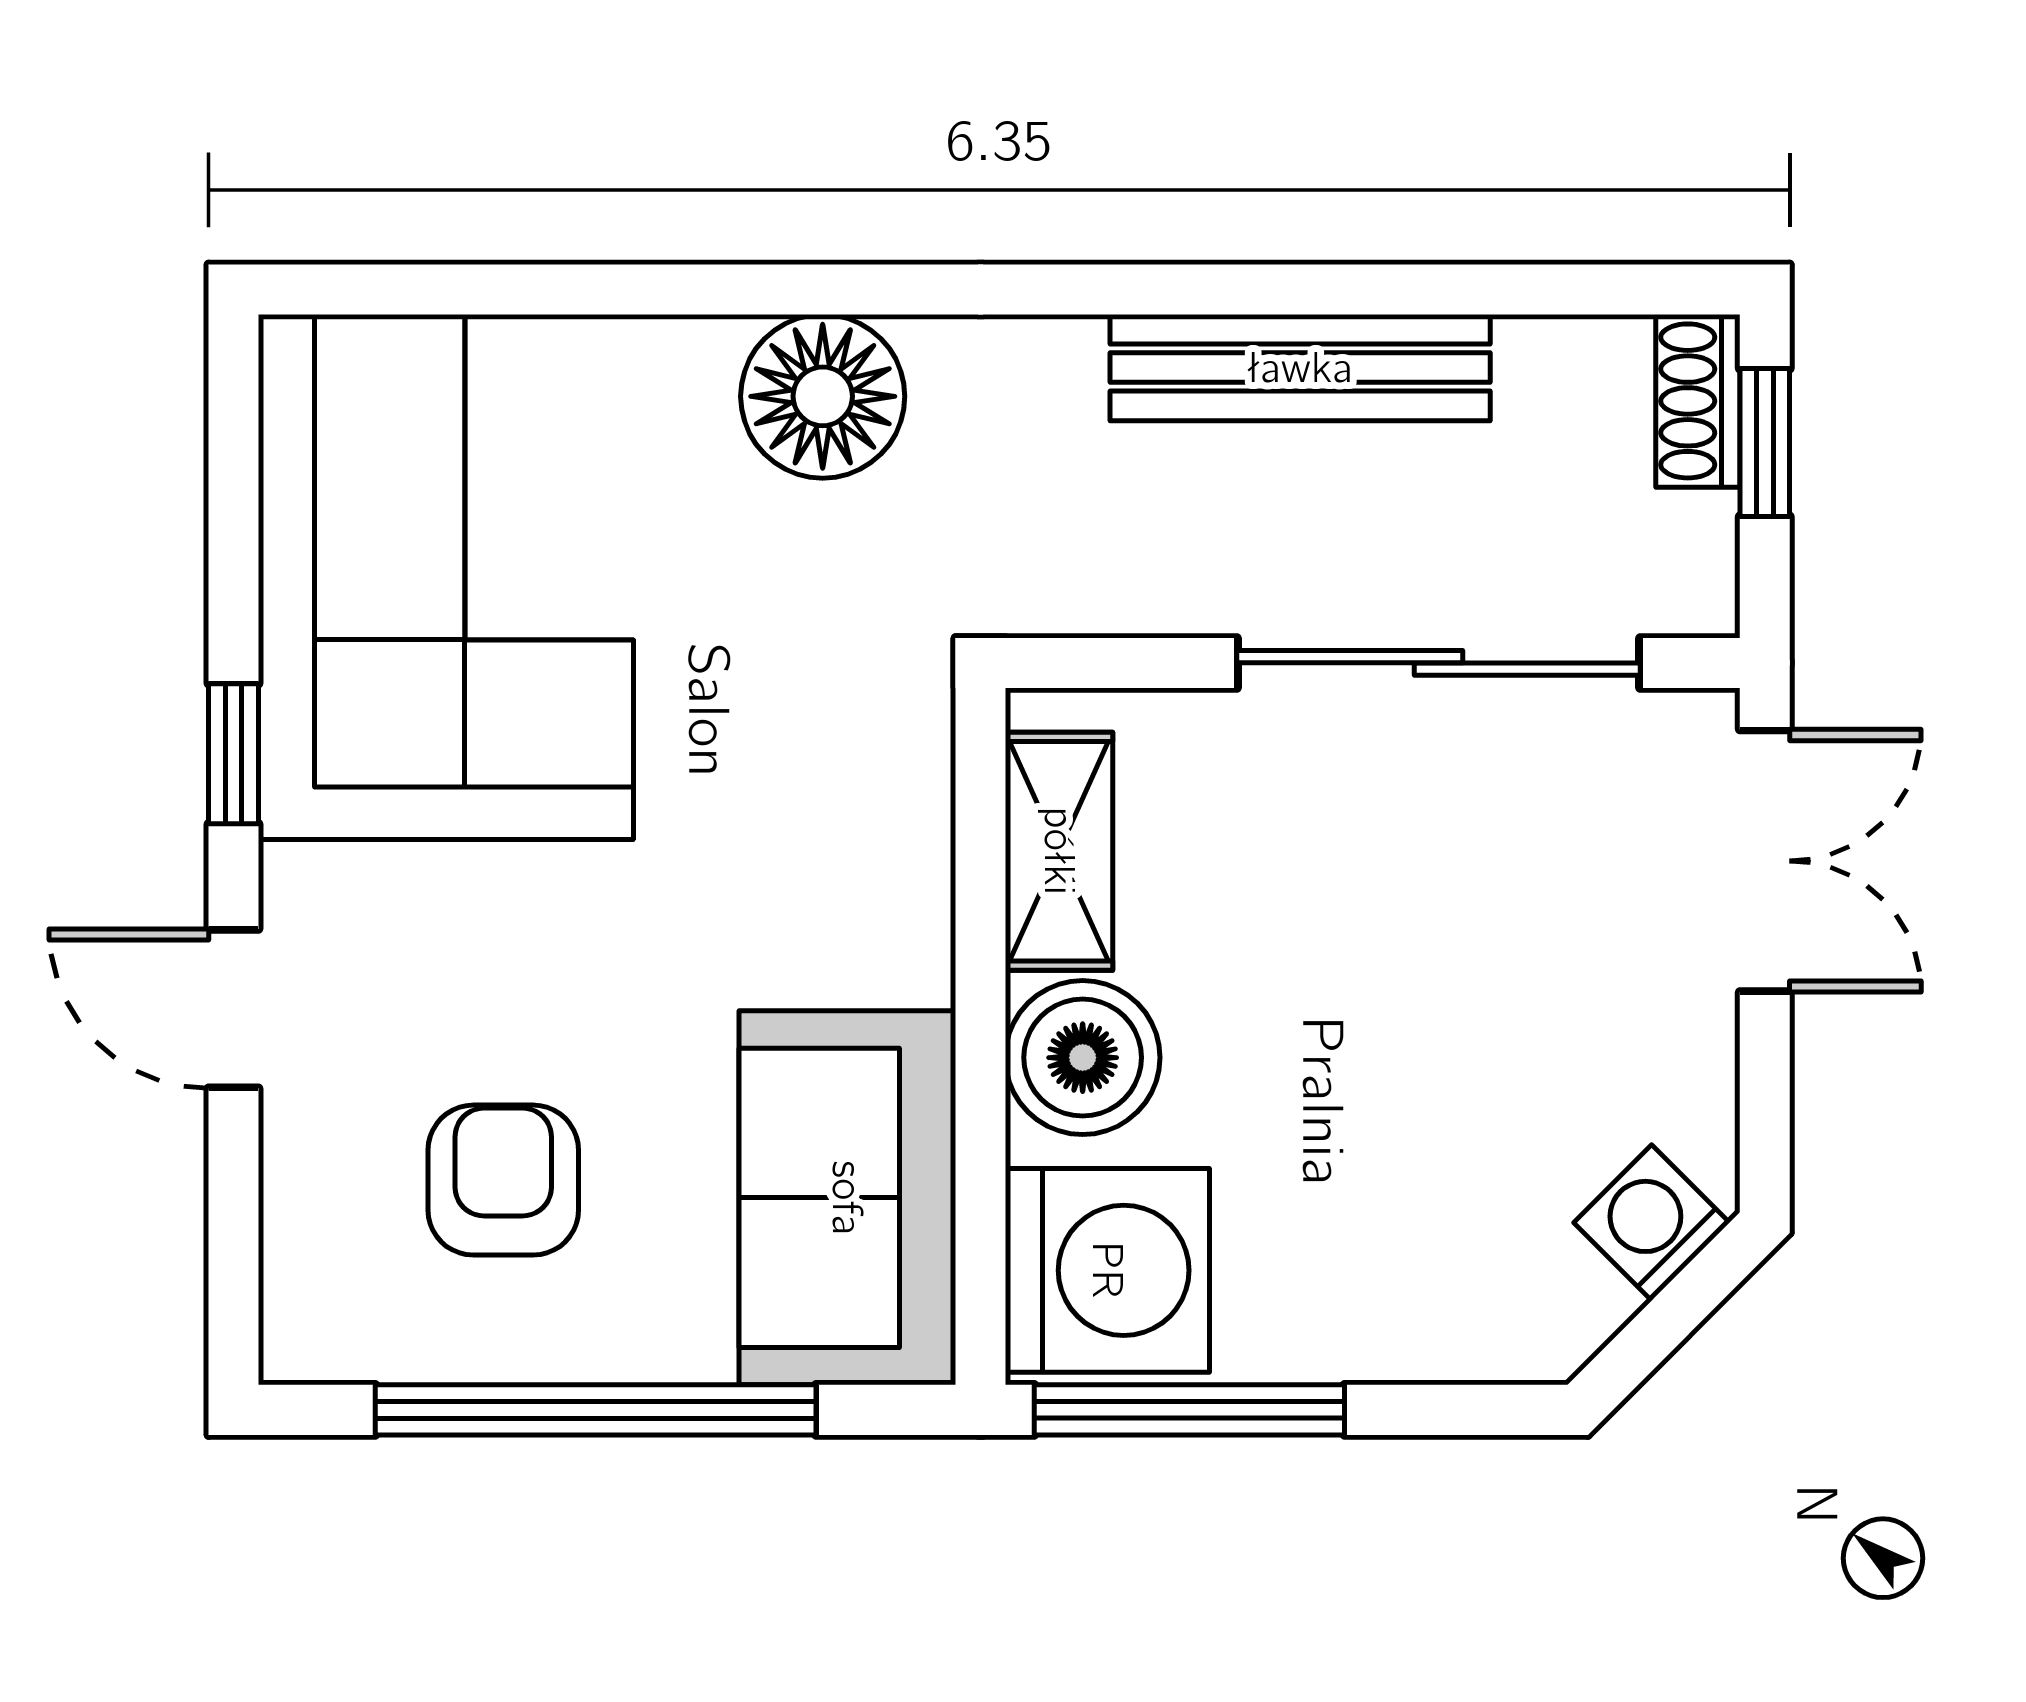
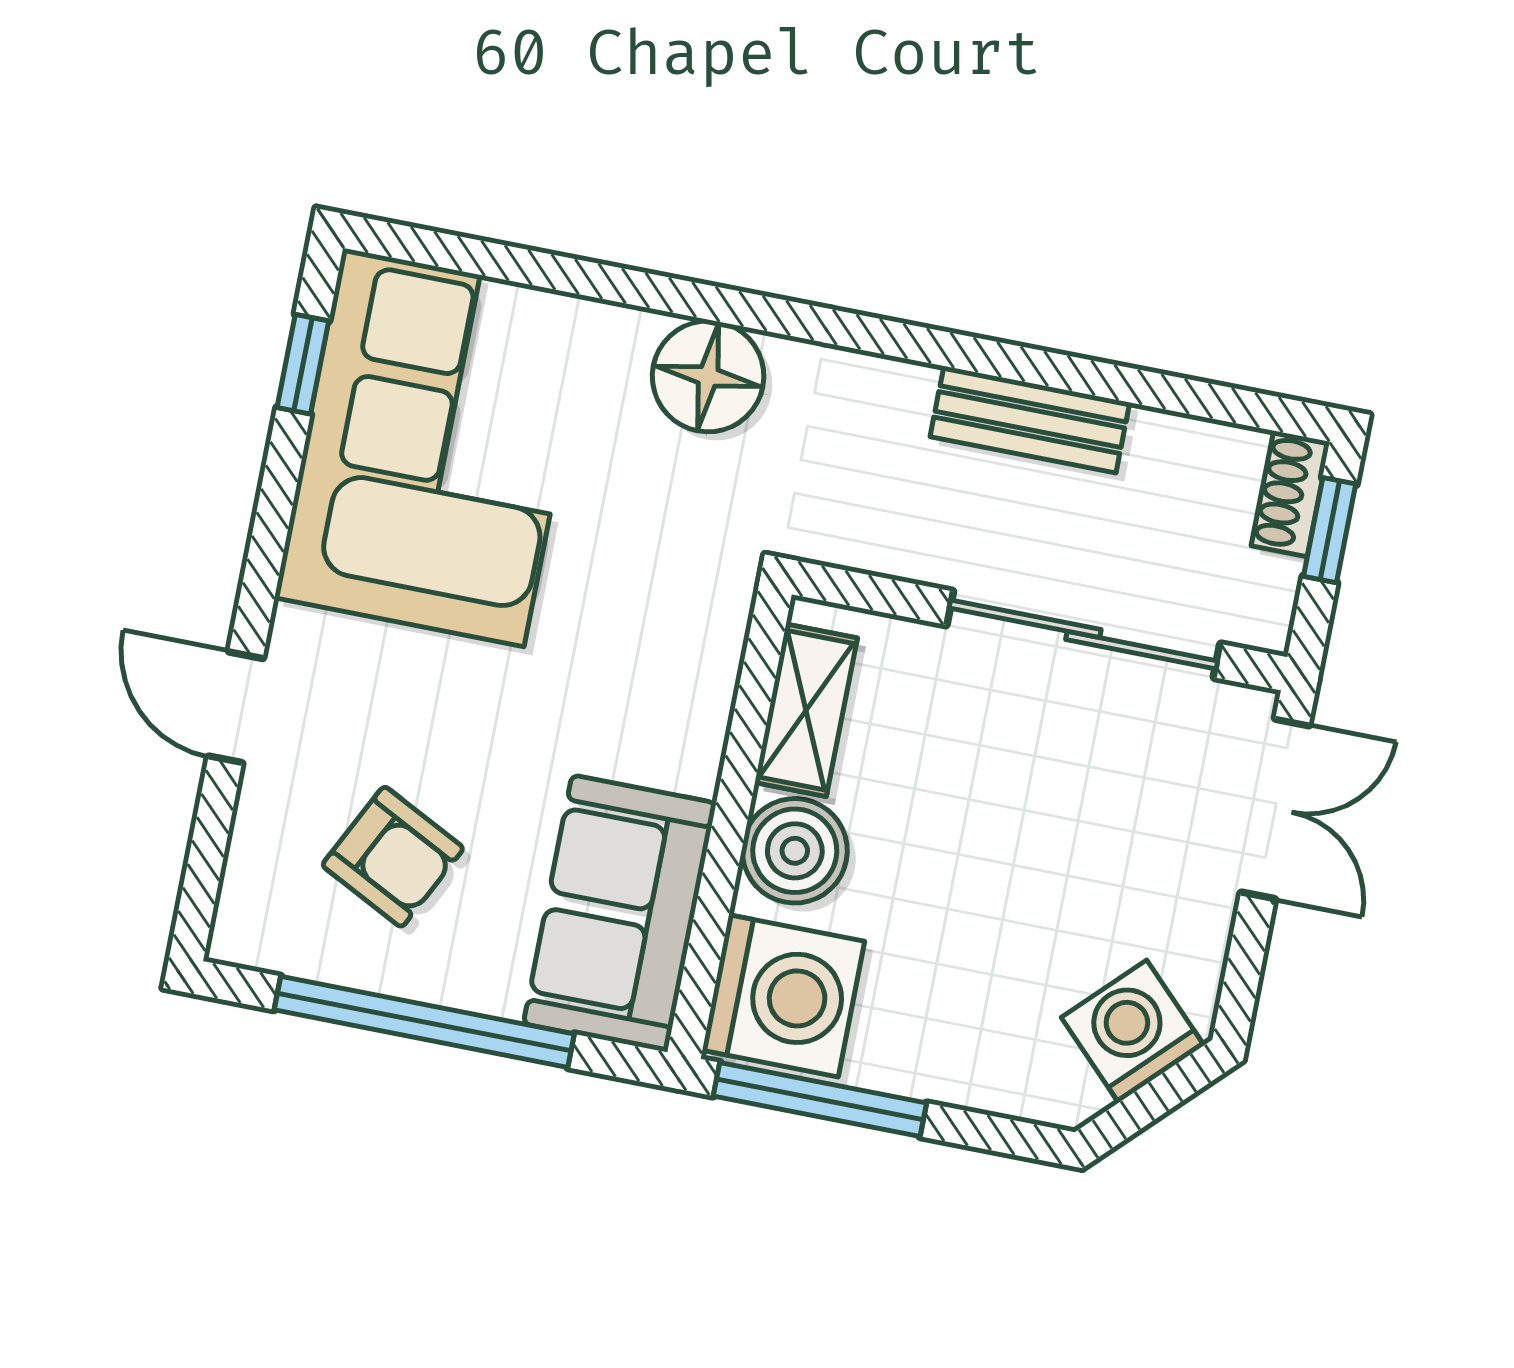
bench: (1300, 368) -> (1030, 420), width x0.73
window: (234, 754) -> (303, 364), moved
armchair: (503, 1180) -> (393, 857), turned 117
washing machine: (1652, 1223) -> (1133, 1031), width x1.38, depth x1.38

